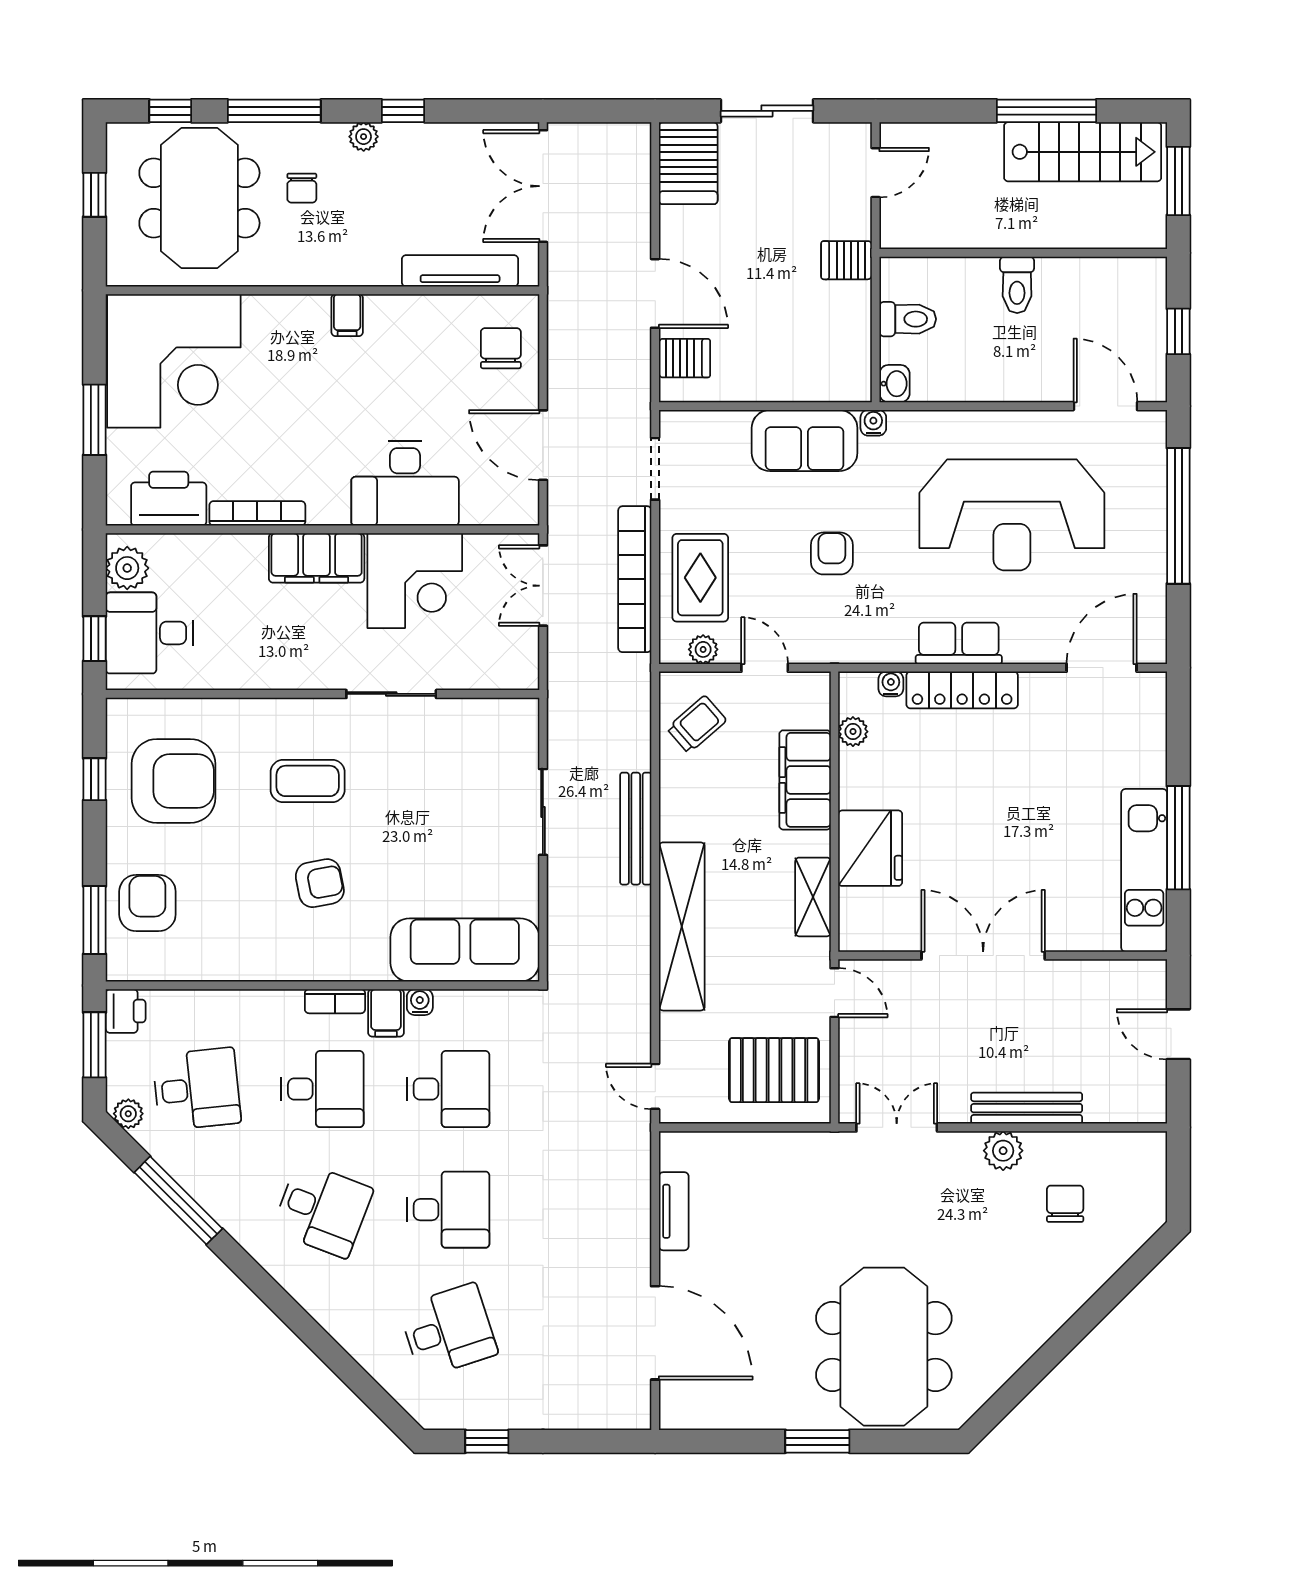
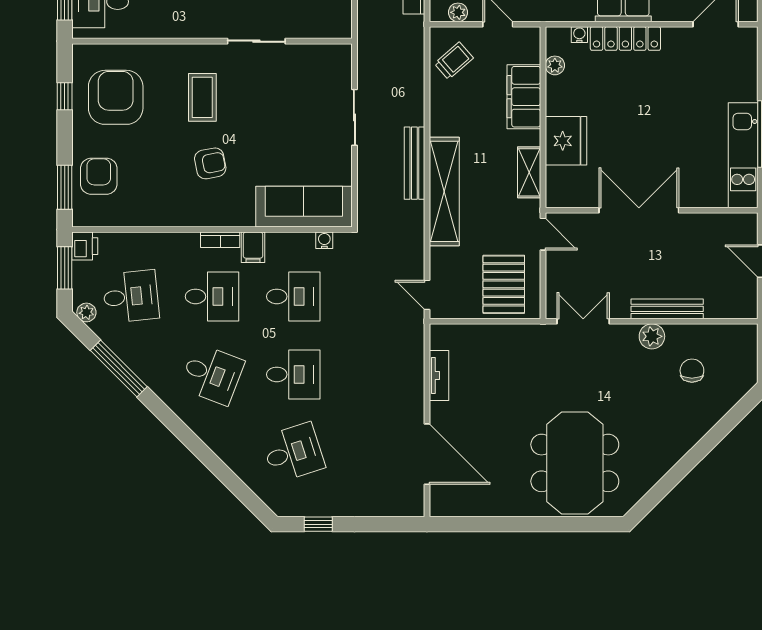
armchair: (174, 781) -> (116, 97), turned -90
coffee table: (308, 781) -> (202, 97), turned 90
bench: (636, 829) -> (414, 163), moved
water cooler: (420, 1002) -> (324, 240), moved
pallet: (774, 1070) -> (504, 284), turned 90
window: (817, 1441) -> (532, 524), removed

